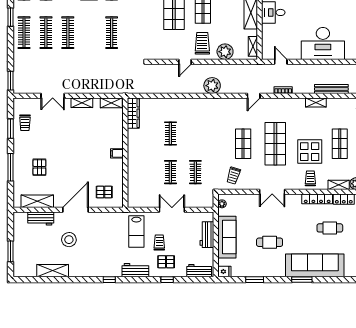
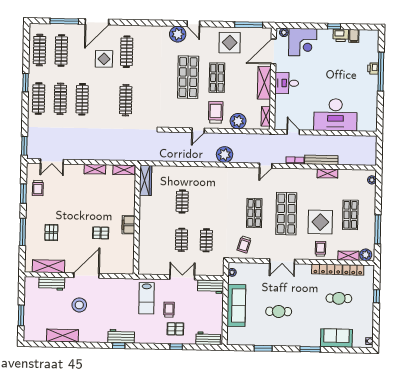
bench: (331, 89) -> (321, 160), moved
double door: (53, 96) -> (52, 161), moved
filing cabinet: (117, 153) -> (128, 225), width x2.00
pallet: (104, 192) -> (101, 233), moved
workbench: (207, 235) -> (211, 287), moved, turned -90
sofa: (315, 265) -> (336, 338), width x0.54, depth x0.79
workbench: (135, 270) -> (121, 336), moved
fridge: (224, 271) -> (233, 340), removed

